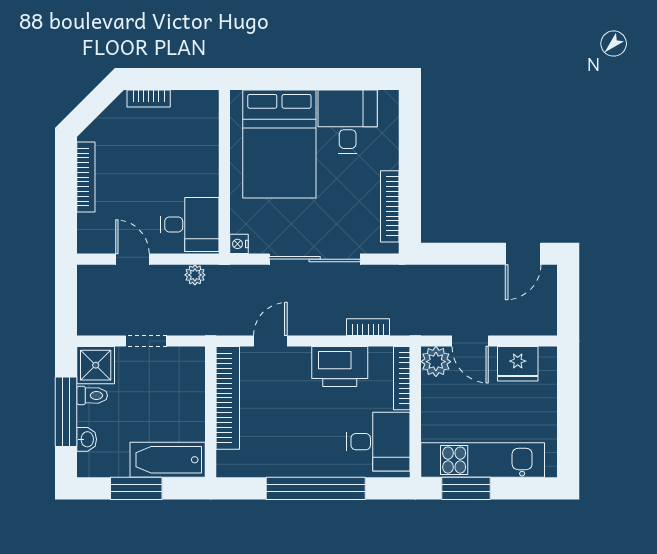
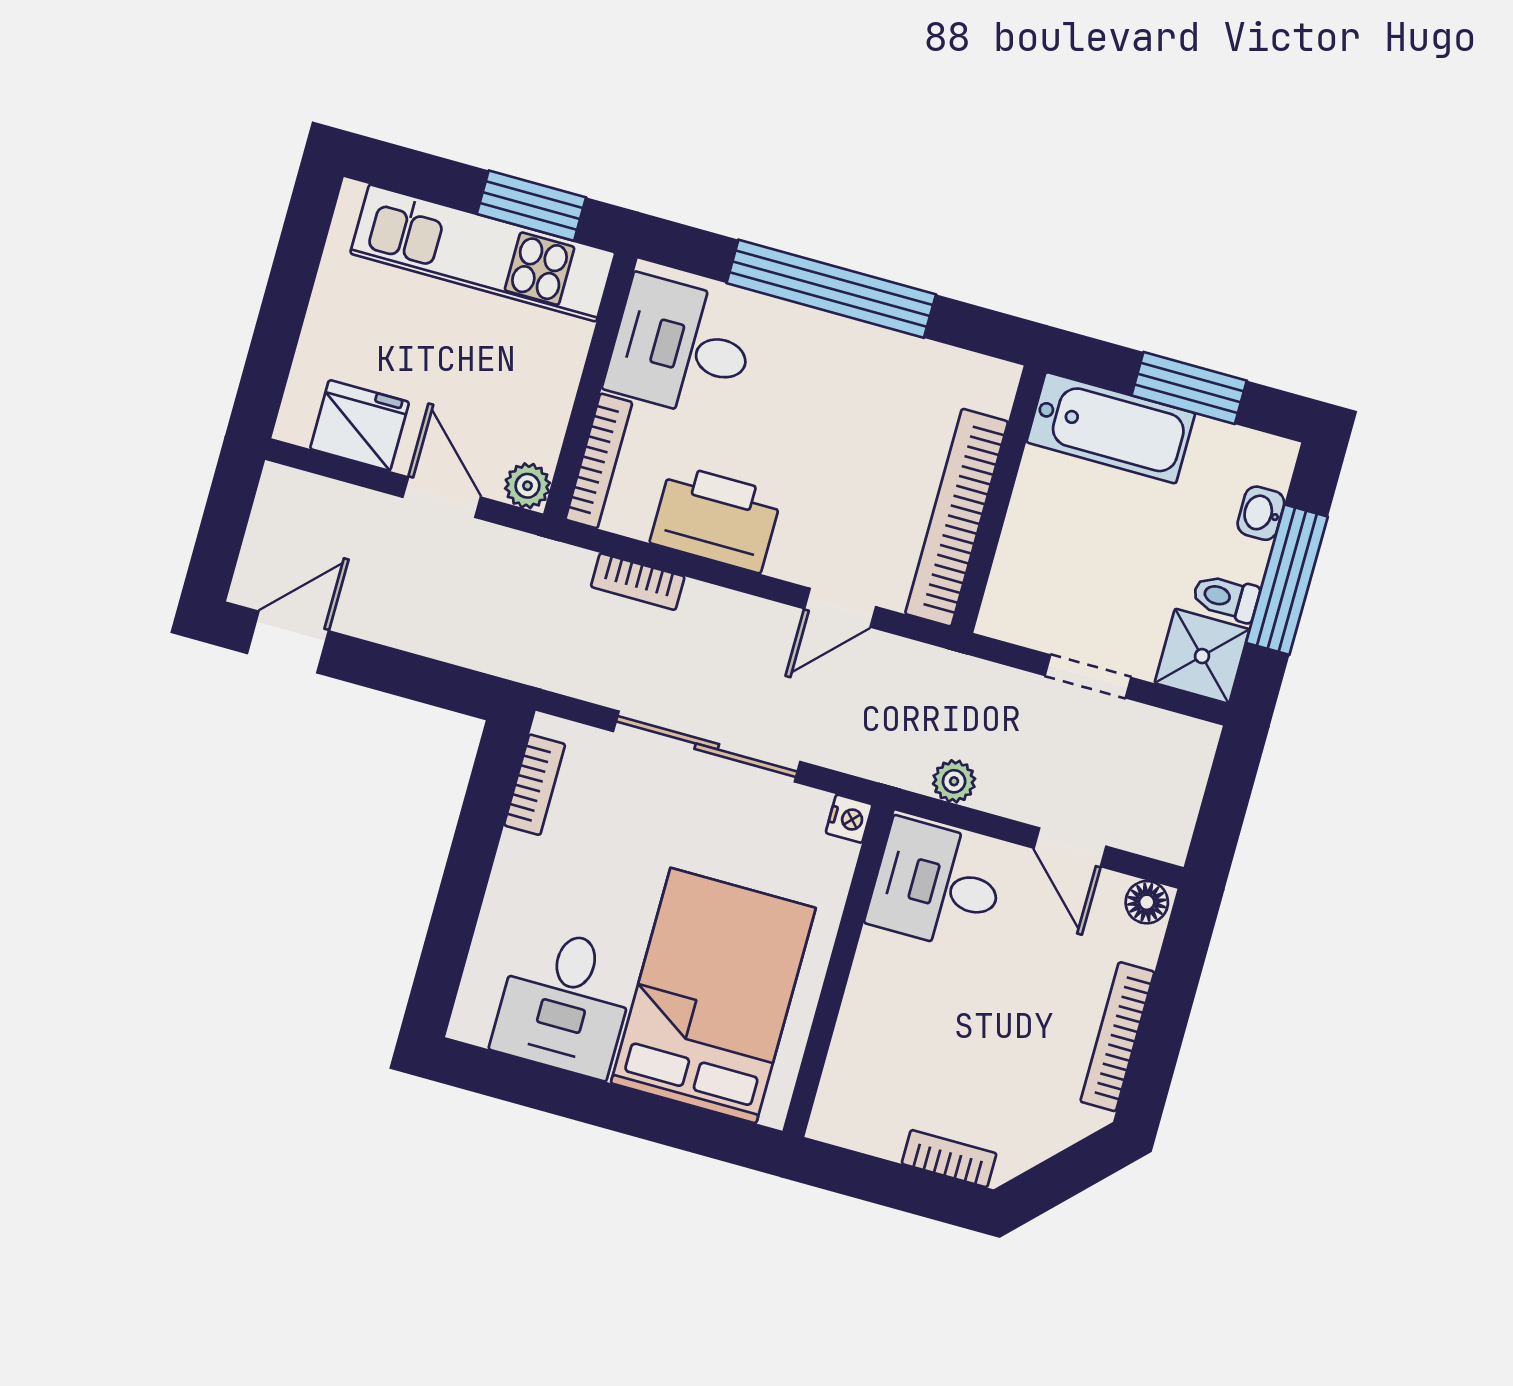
bookcase: (390, 206) -> (535, 785), width x0.64
floor lamp: (90, 243) -> (1147, 902), added
plant: (436, 362) -> (527, 486), width x0.73, depth x0.73

